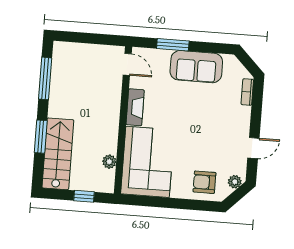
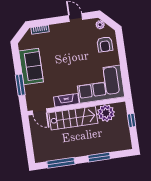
door: (127, 64) -> (40, 112), swing flipped
stairs: (58, 154) -> (73, 118), moved, turned 180
plant: (109, 162) -> (106, 113), width x1.87, depth x1.87

